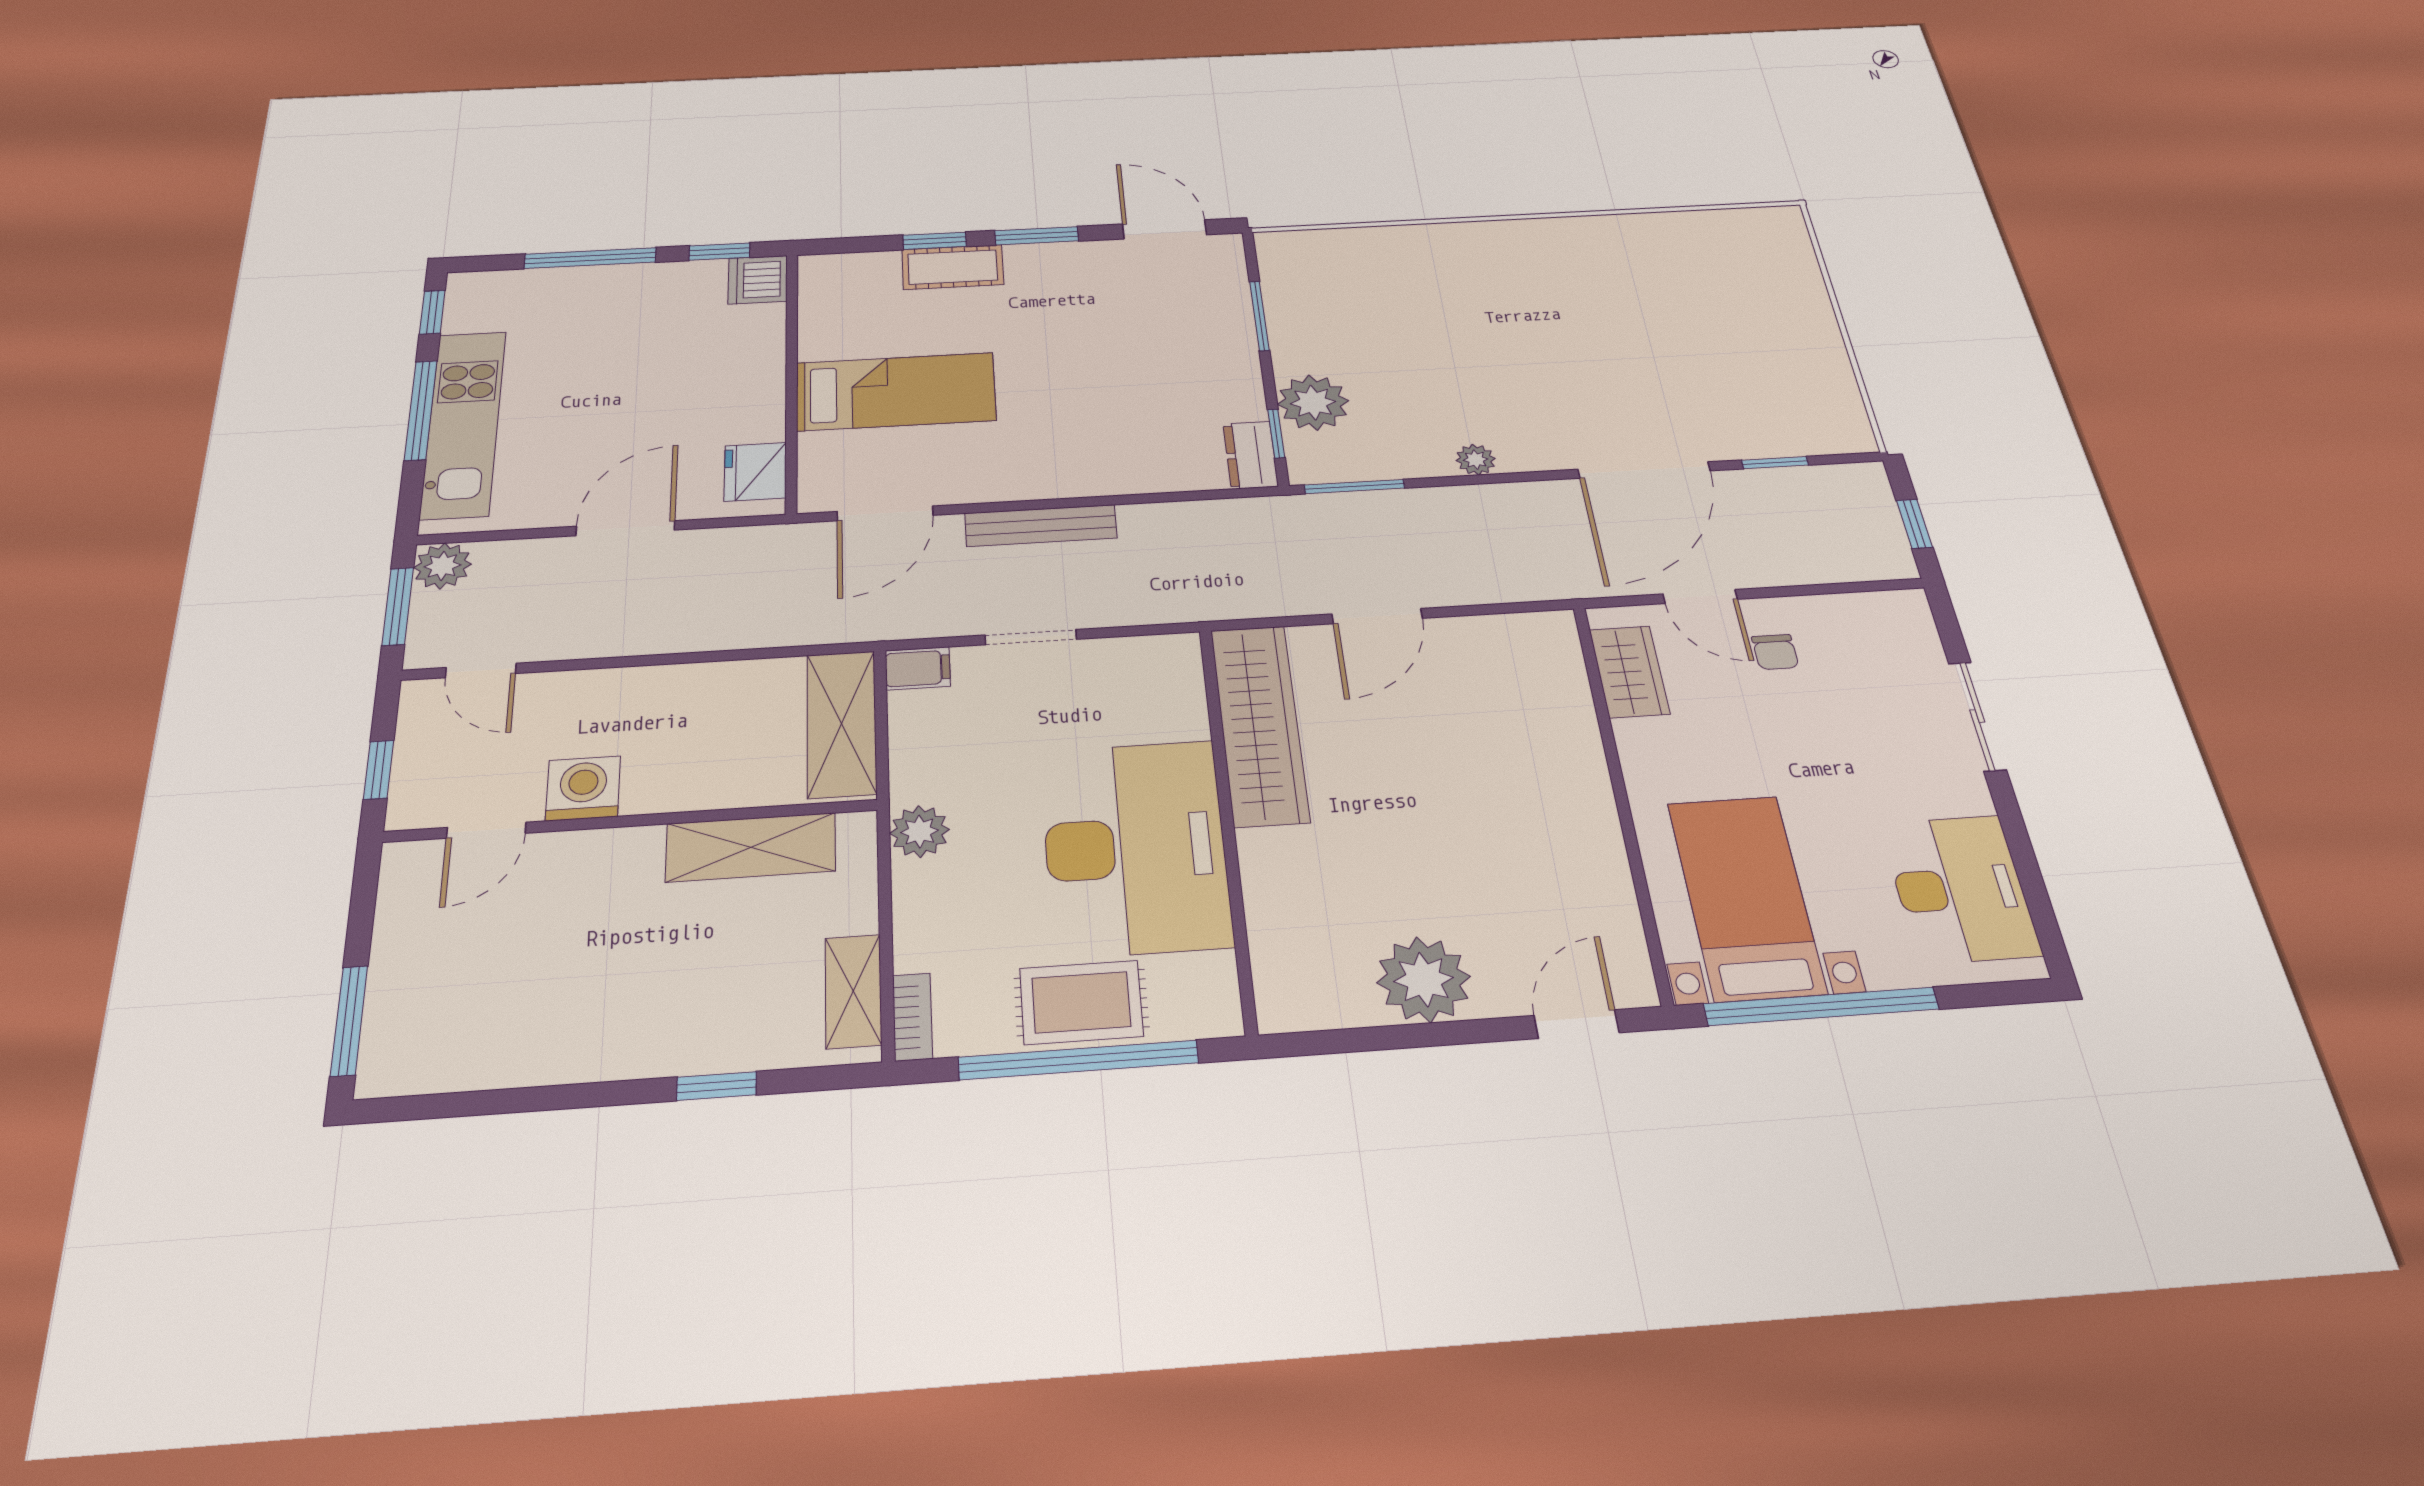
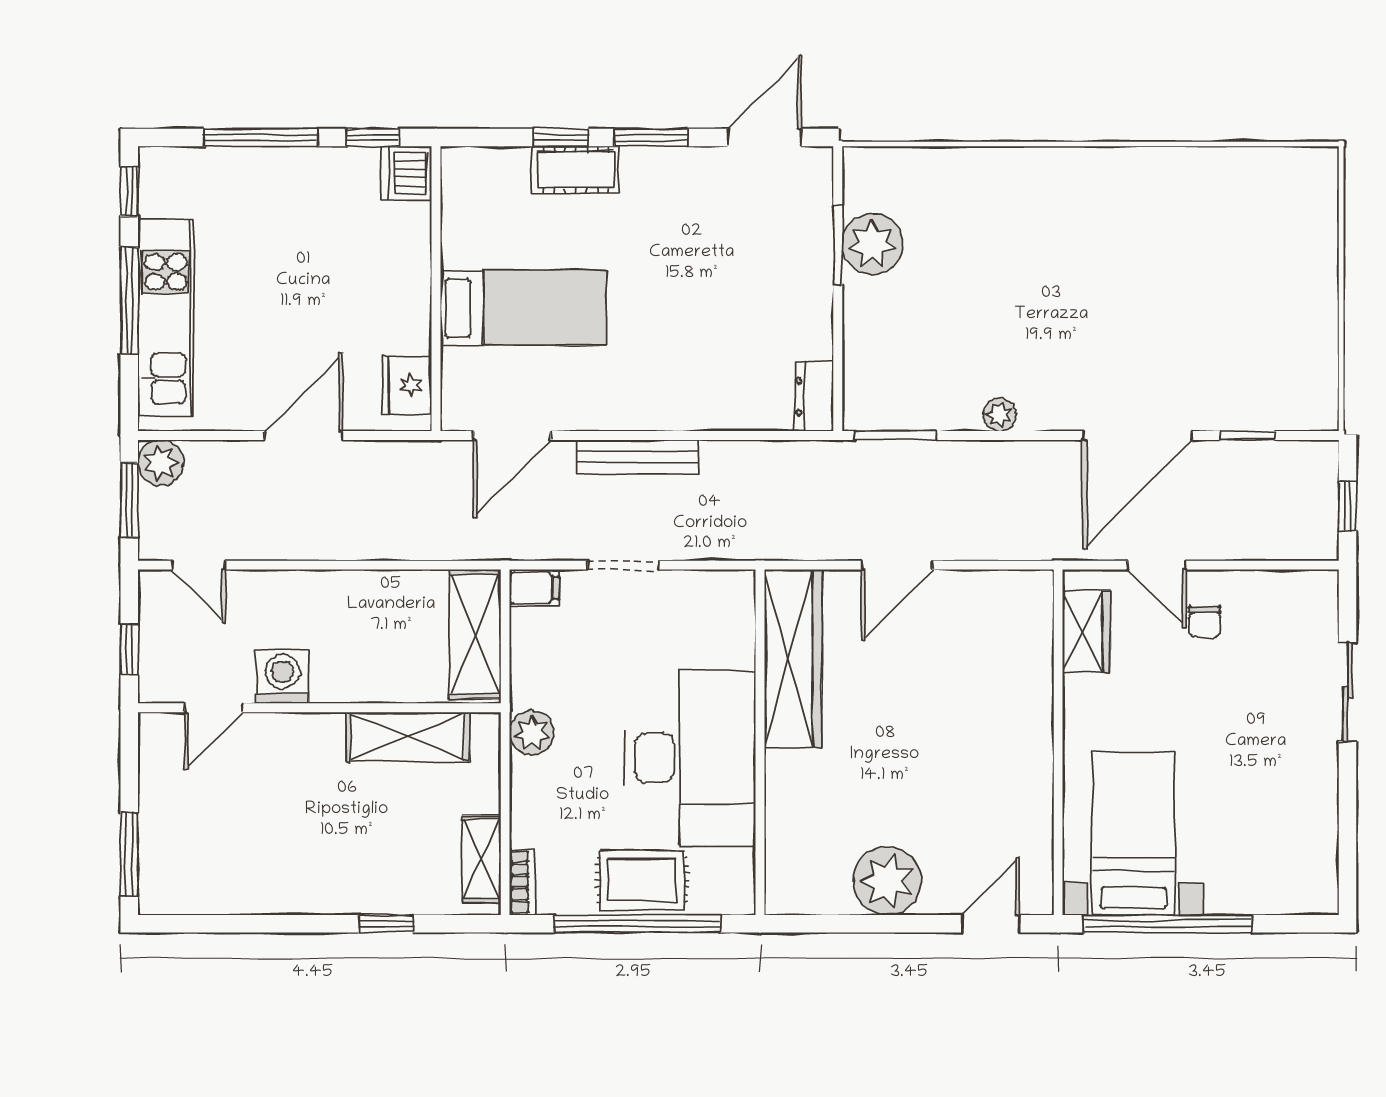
door: (1165, 229) -> (765, 137), hinge flipped
plant: (1313, 403) -> (873, 244), moved
window: (1276, 433) -> (838, 375), removed
desk: (1960, 889) -> (1293, 839), removed

